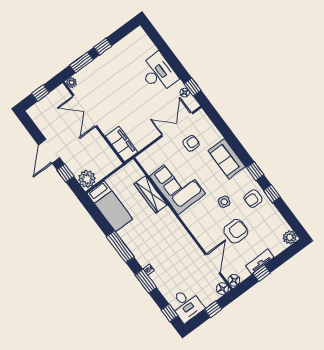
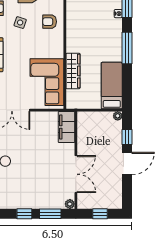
armchair: (191, 143) -> (50, 22), moved
plant: (87, 179) -> (118, 116), width x0.53, depth x0.53
corner sofa: (177, 185) -> (47, 82), moved

